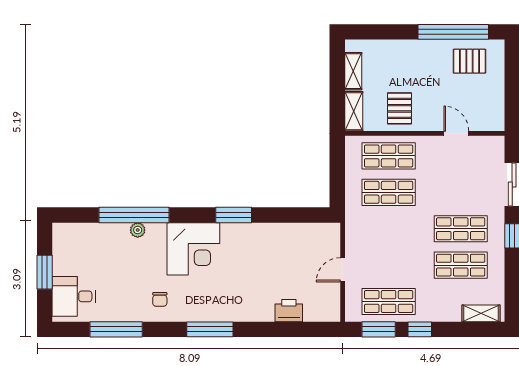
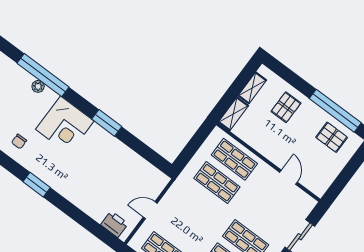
pallet: (399, 108) -> (286, 107), moved
printer: (289, 311) -> (114, 224), moved
window: (210, 329) -> (37, 185), width x0.69

